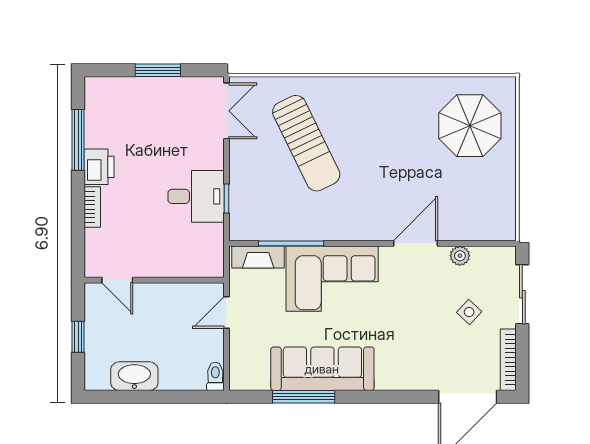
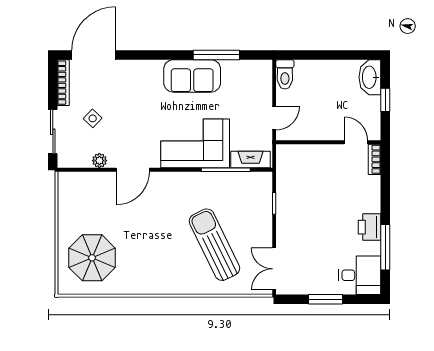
desk: (196, 196) -> (360, 275), moved, turned 180
bookcase: (92, 207) -> (375, 159), moved
sofa: (322, 369) -> (192, 76), width x0.73
washbasin: (134, 376) -> (370, 77), moved, turned 90
toilet: (215, 376) -> (285, 74), width x1.37, depth x1.39

